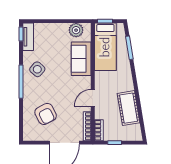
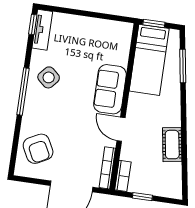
plant: (76, 30) -> (111, 30), removed
sofa: (81, 59) -> (110, 89), moved
door: (93, 98) -> (121, 129), hinge flipped
cot: (129, 108) -> (172, 145), width x0.73, depth x0.75
armchair: (46, 114) -> (38, 149), moved

